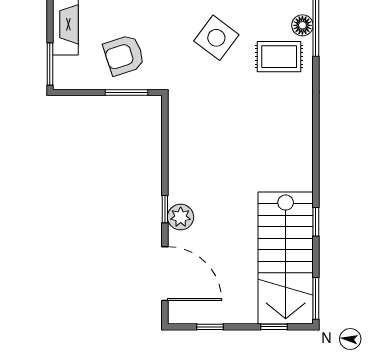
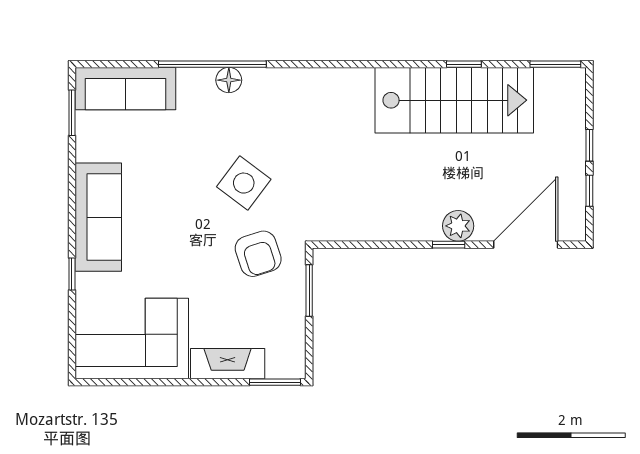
armchair: (124, 55) -> (258, 254), moved
rug: (279, 57) -> (266, 108), removed
stairs: (286, 258) -> (454, 100), moved
window: (274, 327) -> (589, 145), moved

